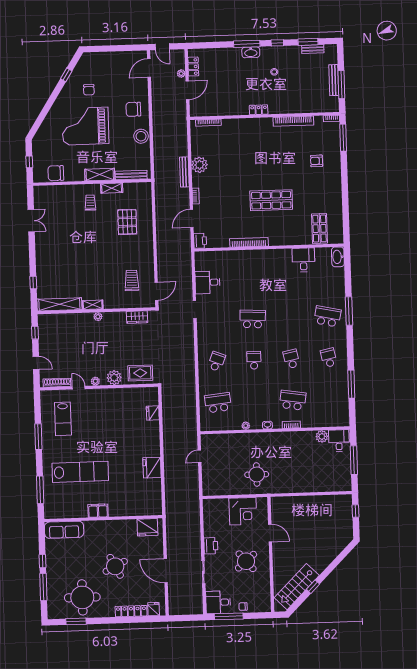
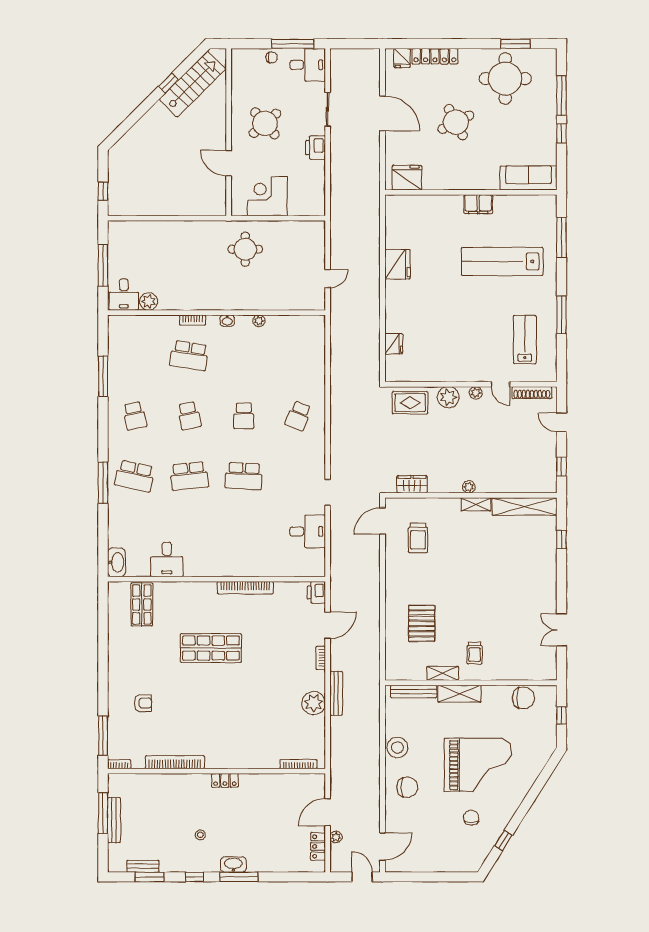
school desk: (218, 403) -> (189, 476), moved

